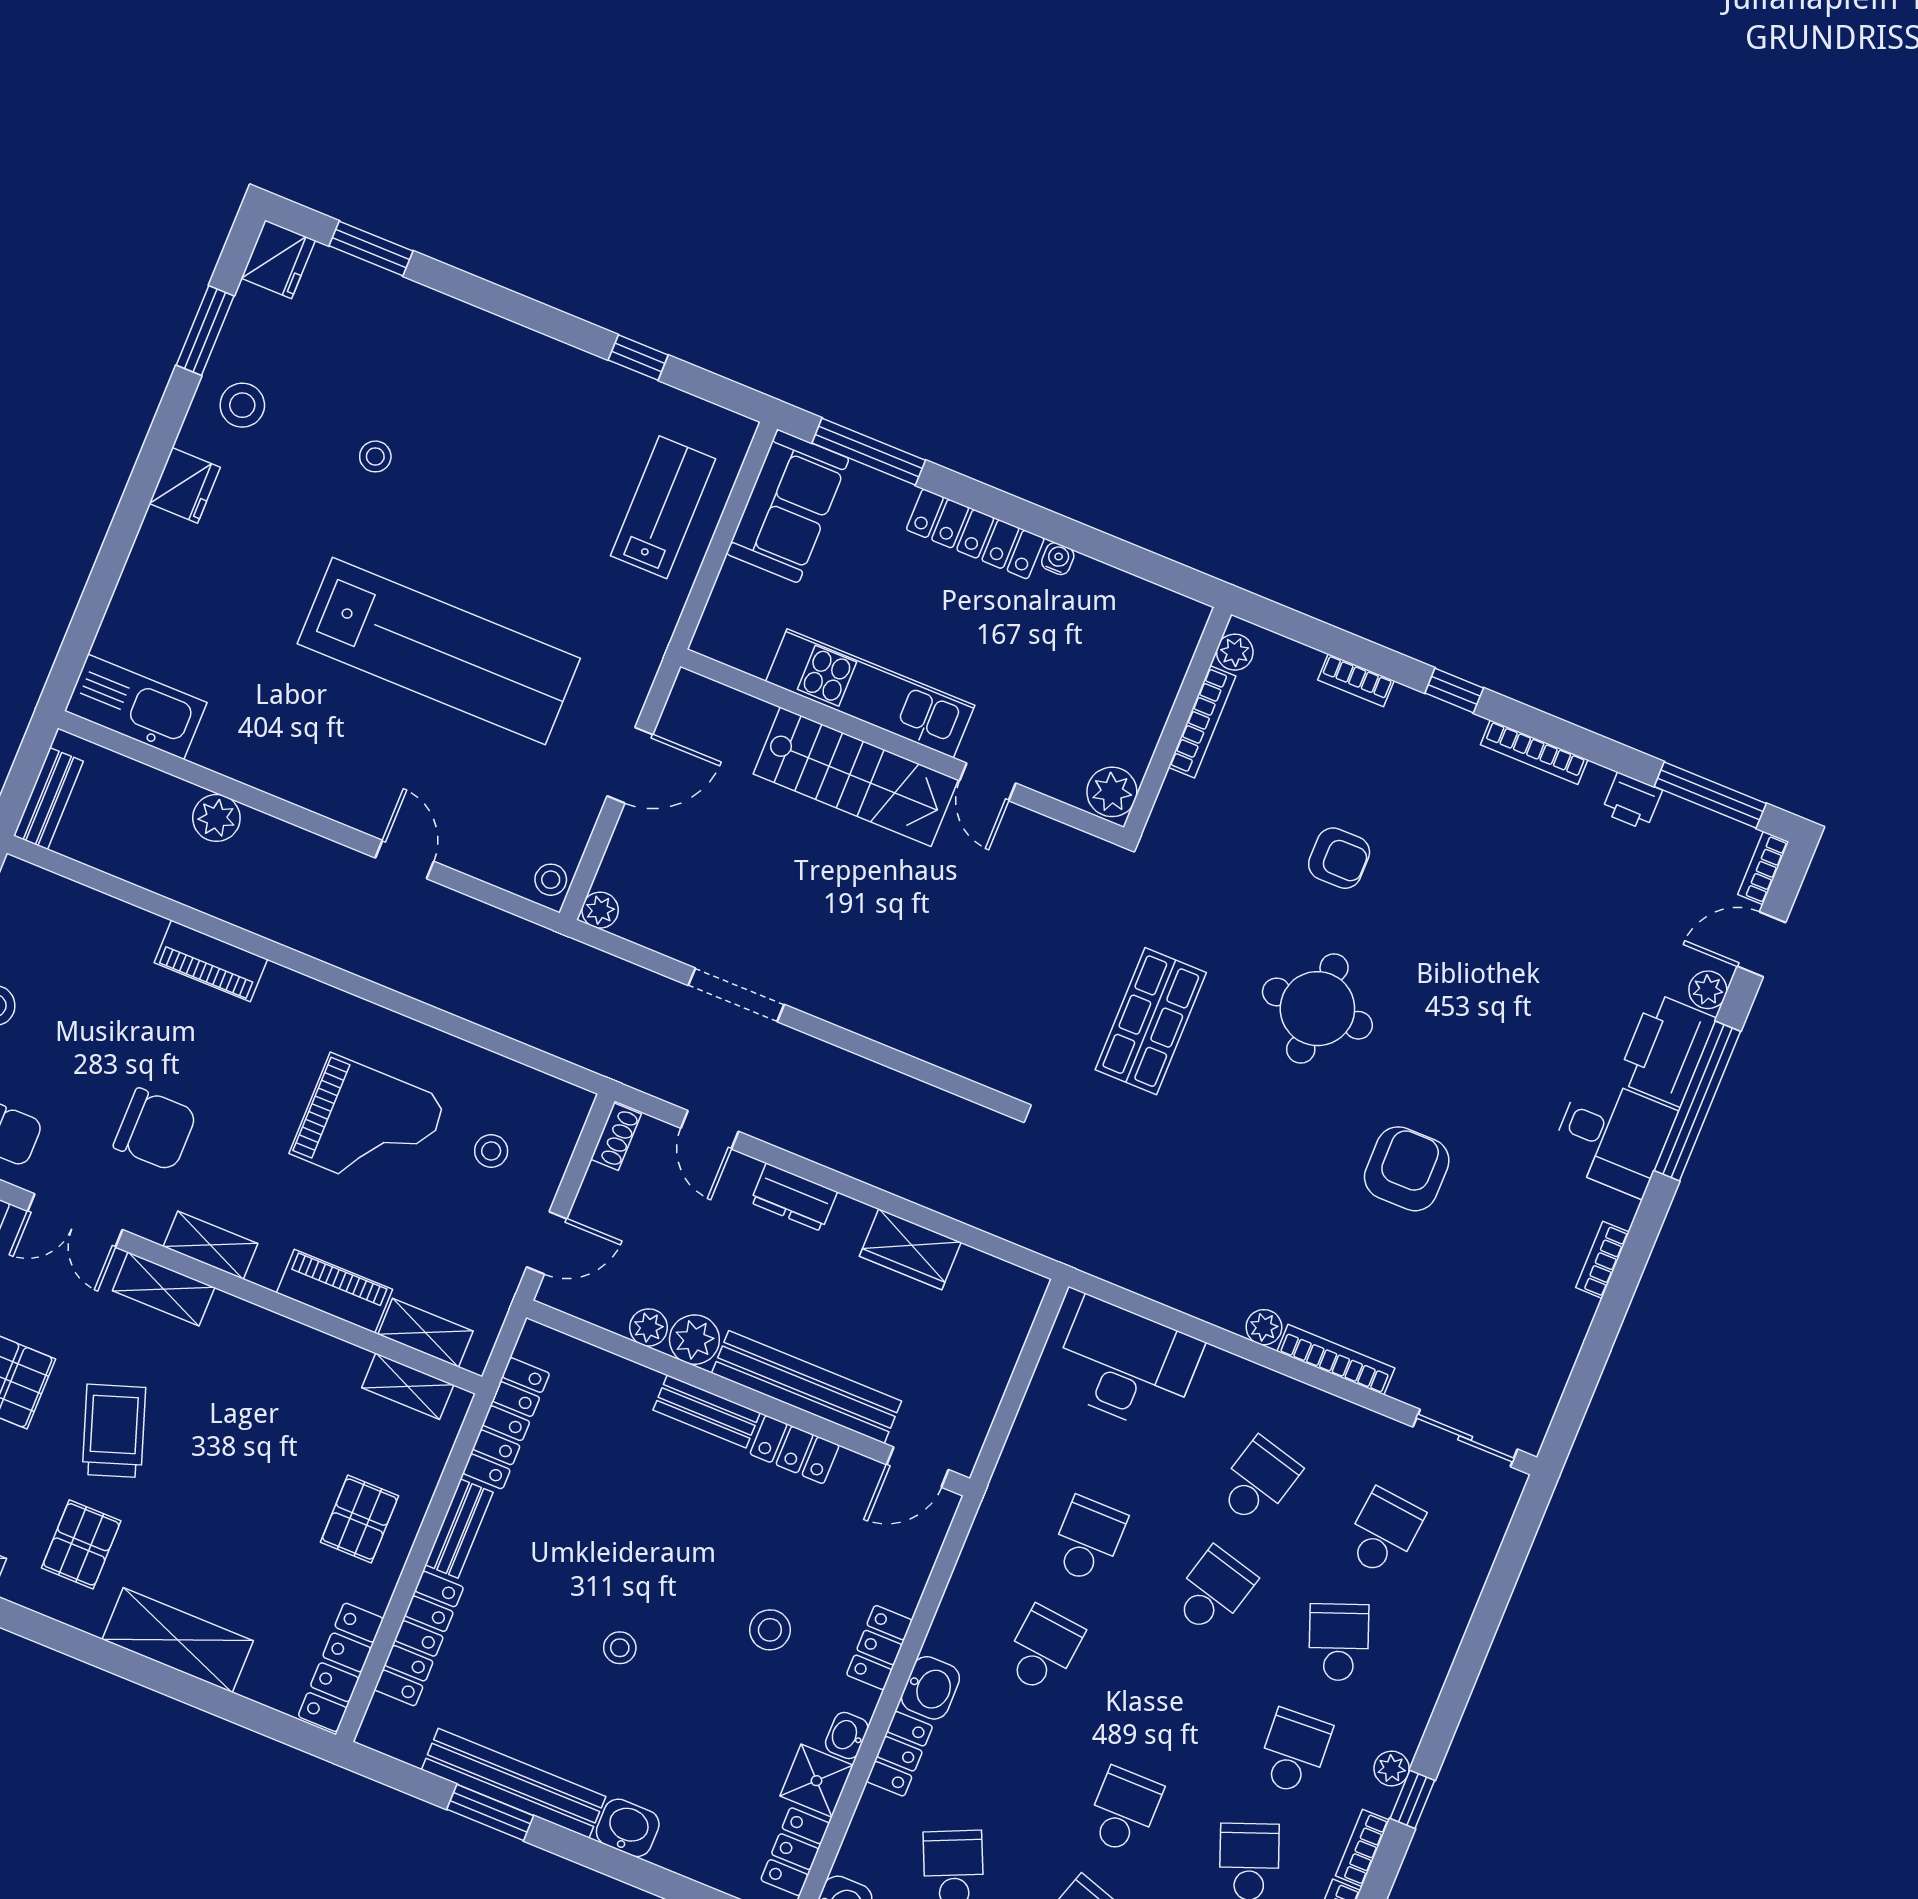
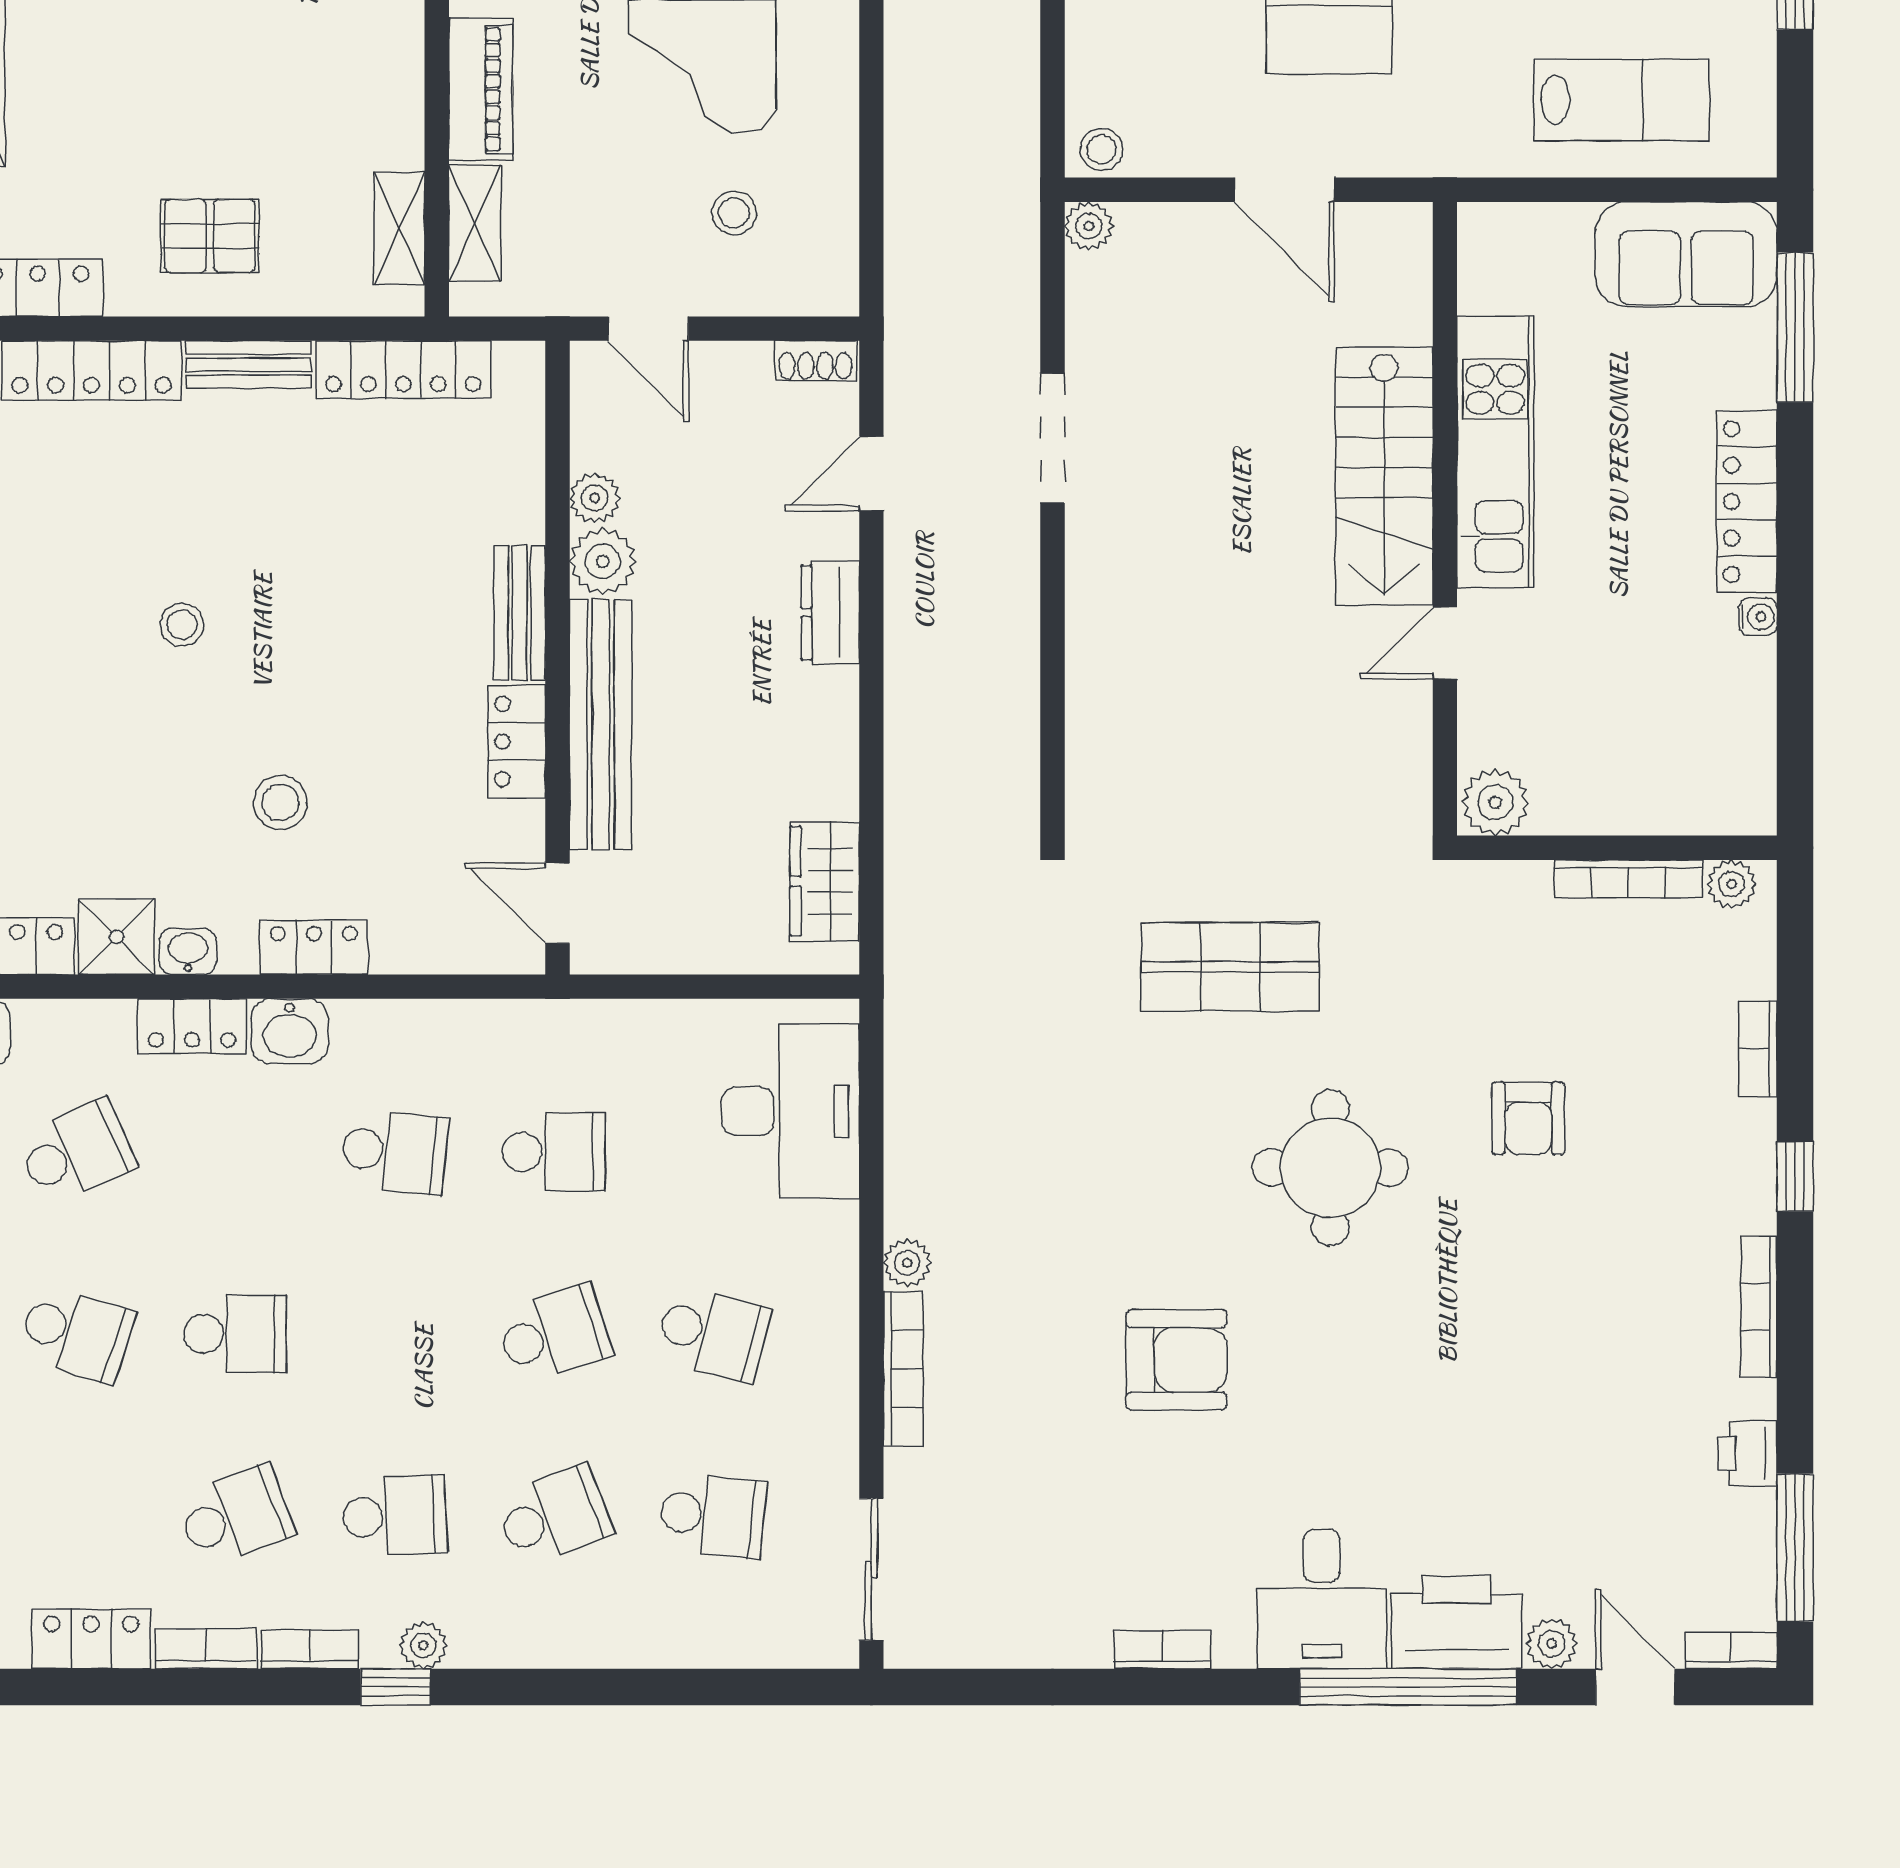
wardrobe: (910, 1249) -> (825, 881), moved
school desk: (1213, 1591) -> (554, 1334), turned -33

